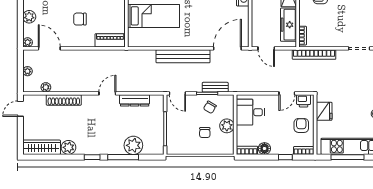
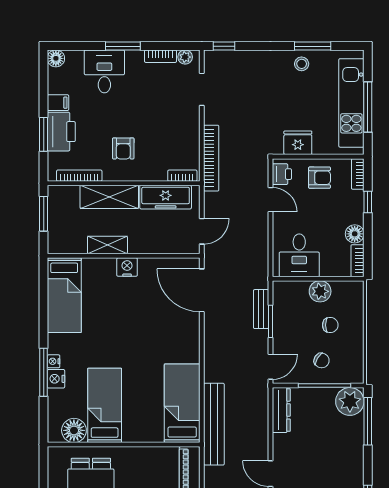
bed: (154, 16) -> (182, 403), moved
bench: (183, 56) -> (214, 424), moved
dresser: (135, 100) -> (281, 410), moved
chair: (210, 107) -> (322, 360), moved
armchair: (301, 125) -> (320, 178), turned 180
plant: (133, 145) -> (350, 401), moved
window: (123, 157) -> (368, 421), moved

